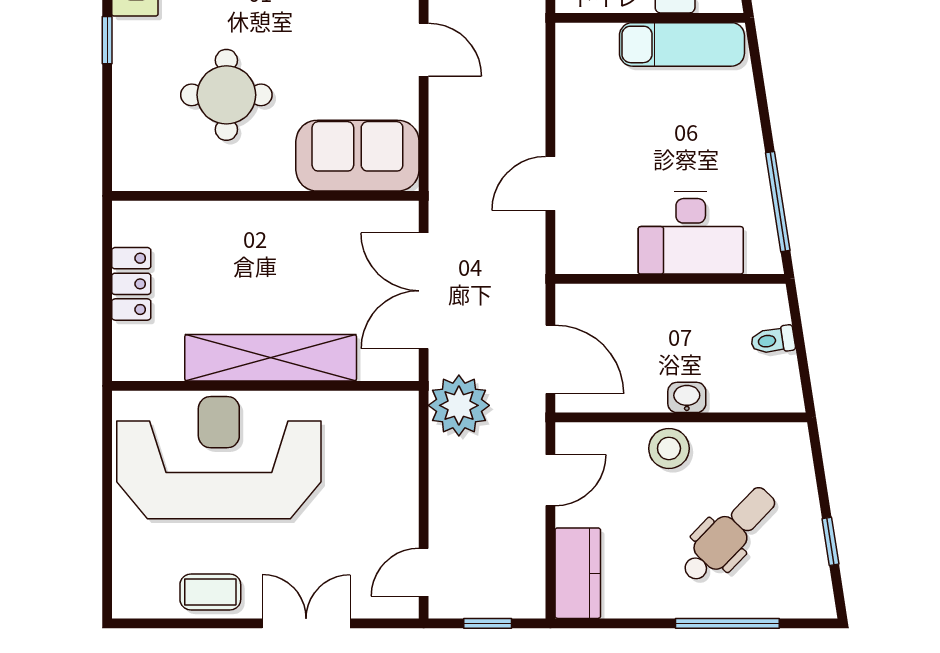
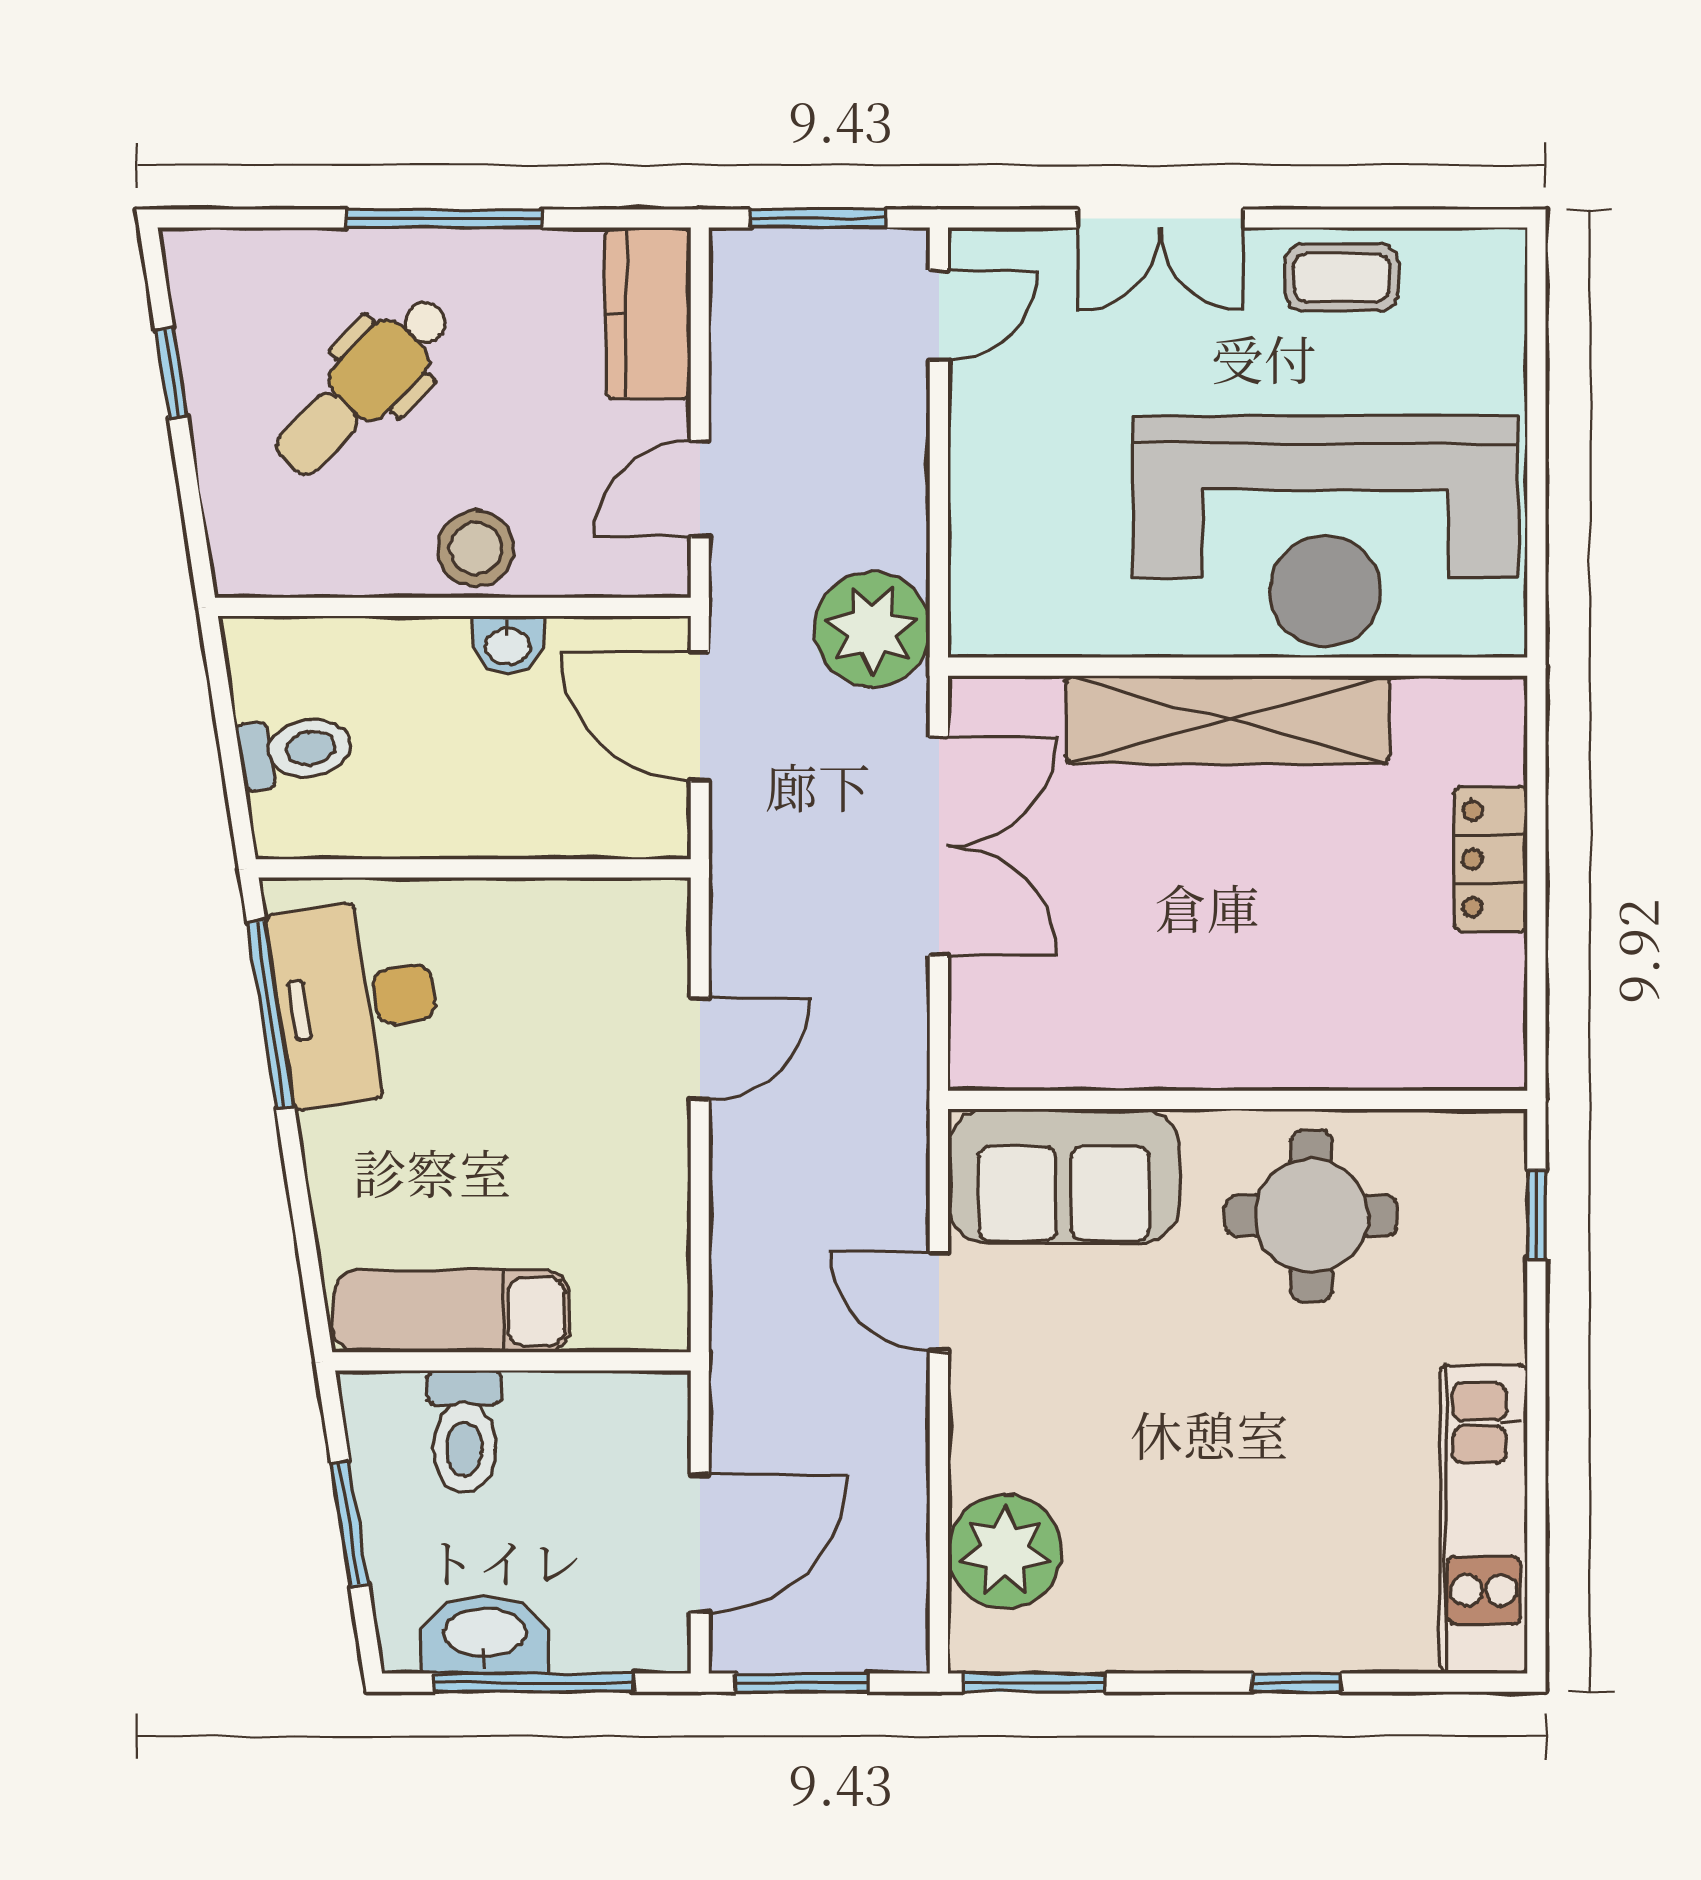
window: (107, 40) -> (1536, 1215), moved
sofa: (357, 156) -> (1064, 1176), moved
wall: (265, 196) -> (1238, 1100), moved
desk: (691, 233) -> (356, 1002), moved, turned -99
toilet: (773, 340) -> (295, 750), width x1.37, depth x1.39
washbasin: (687, 397) -> (508, 645), moved
window: (488, 623) -> (818, 219), width x1.50
window: (727, 623) -> (444, 219), moved

